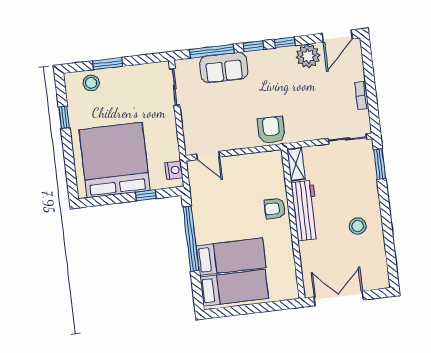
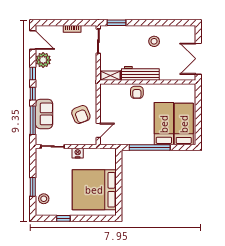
armchair: (271, 130) -> (81, 115), moved, turned -112
nightstand: (174, 170) -> (78, 153), moved
window: (146, 195) -> (119, 173), removed

